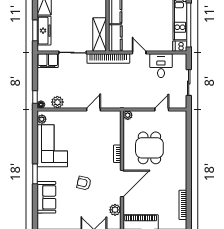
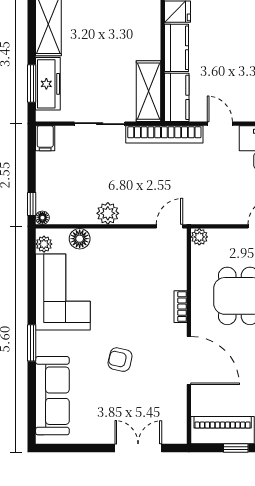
filing cabinet: (48, 61) -> (45, 138), width x0.50
plant: (57, 102) -> (108, 213), moved
door: (94, 109) -> (169, 226), moved
floor lamp: (62, 116) -> (80, 239), added
door: (122, 184) -> (189, 361), hinge flipped
sofa: (46, 197) -> (52, 396), width x1.36
plant: (115, 210) -> (176, 408), removed

